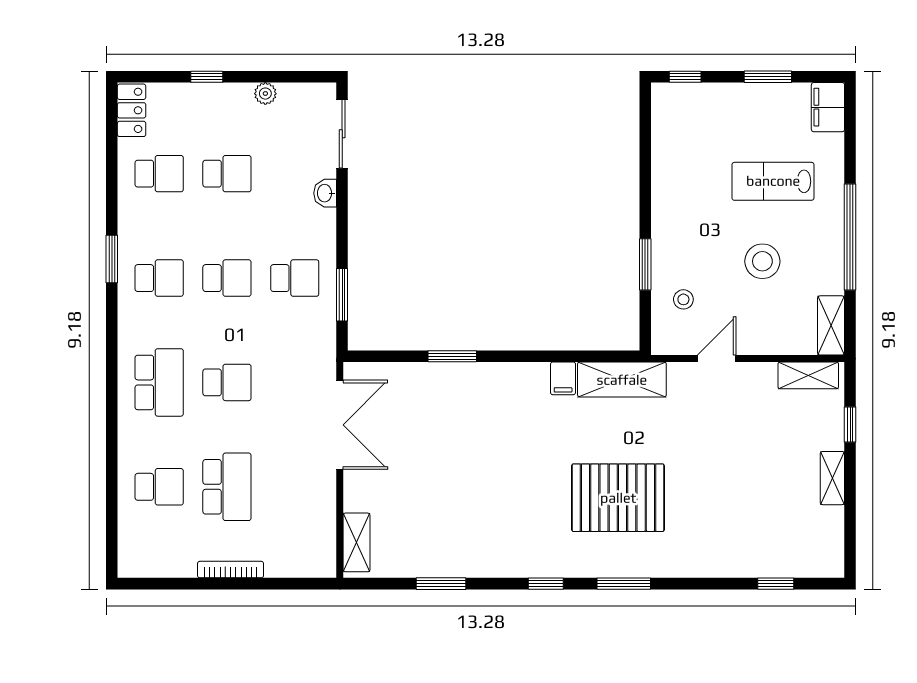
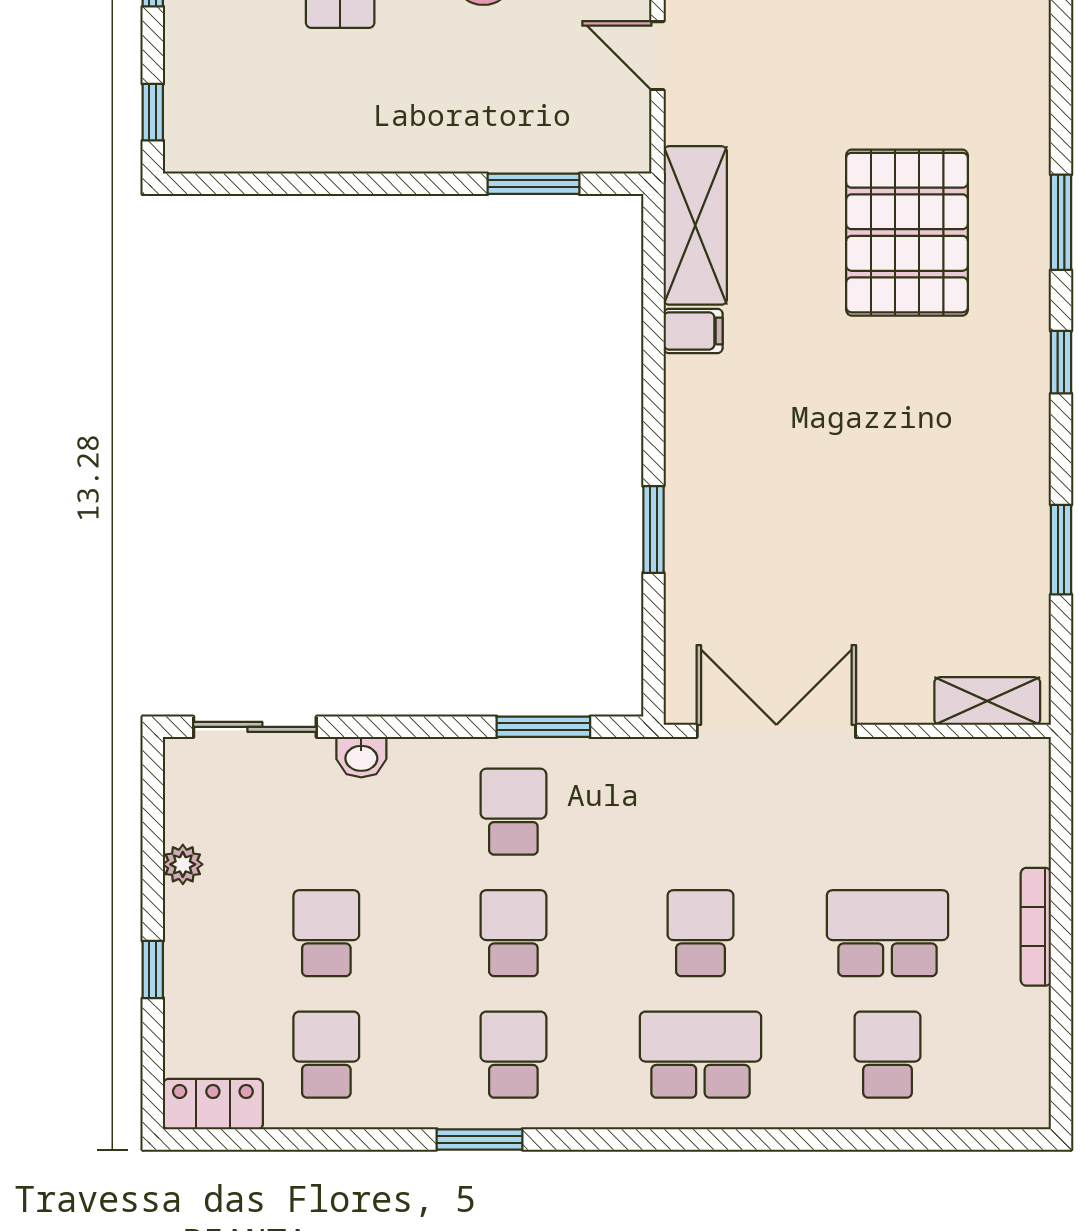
window: (645, 264) -> (534, 184), moved
stool: (683, 299) -> (552, 115), removed

